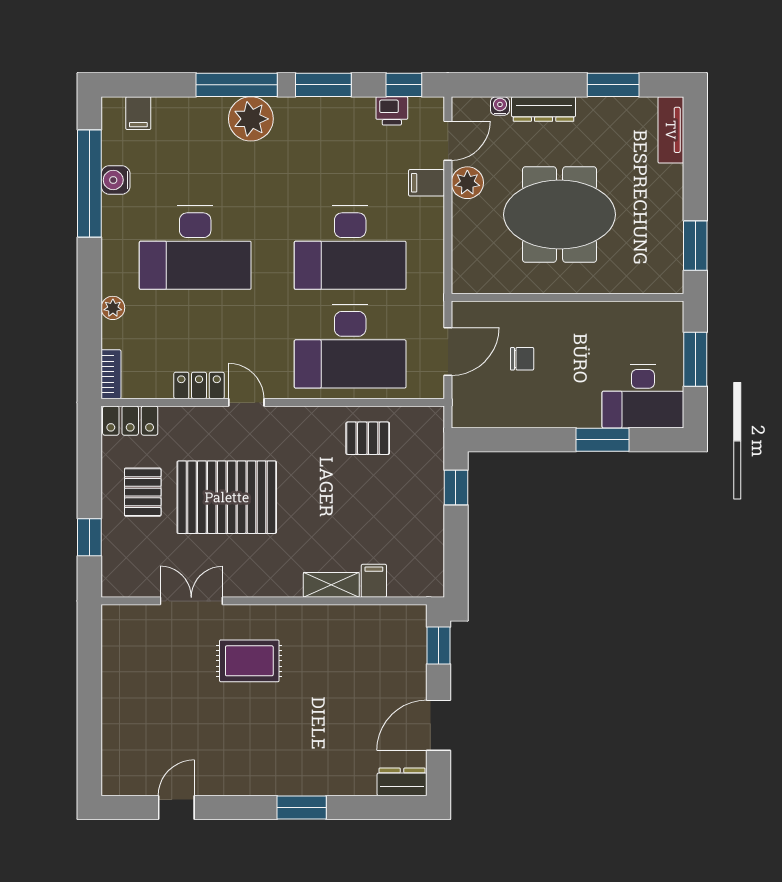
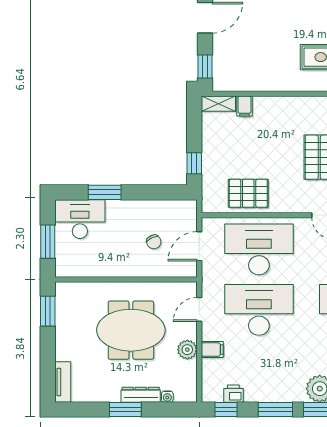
window: (613, 85) -> (125, 409), moved
door: (448, 141) -> (199, 309), moved
chair: (522, 359) -> (154, 242), turned -115
pallet: (368, 438) -> (248, 193), width x1.50, depth x1.42
shelving: (331, 585) -> (218, 104), moved

